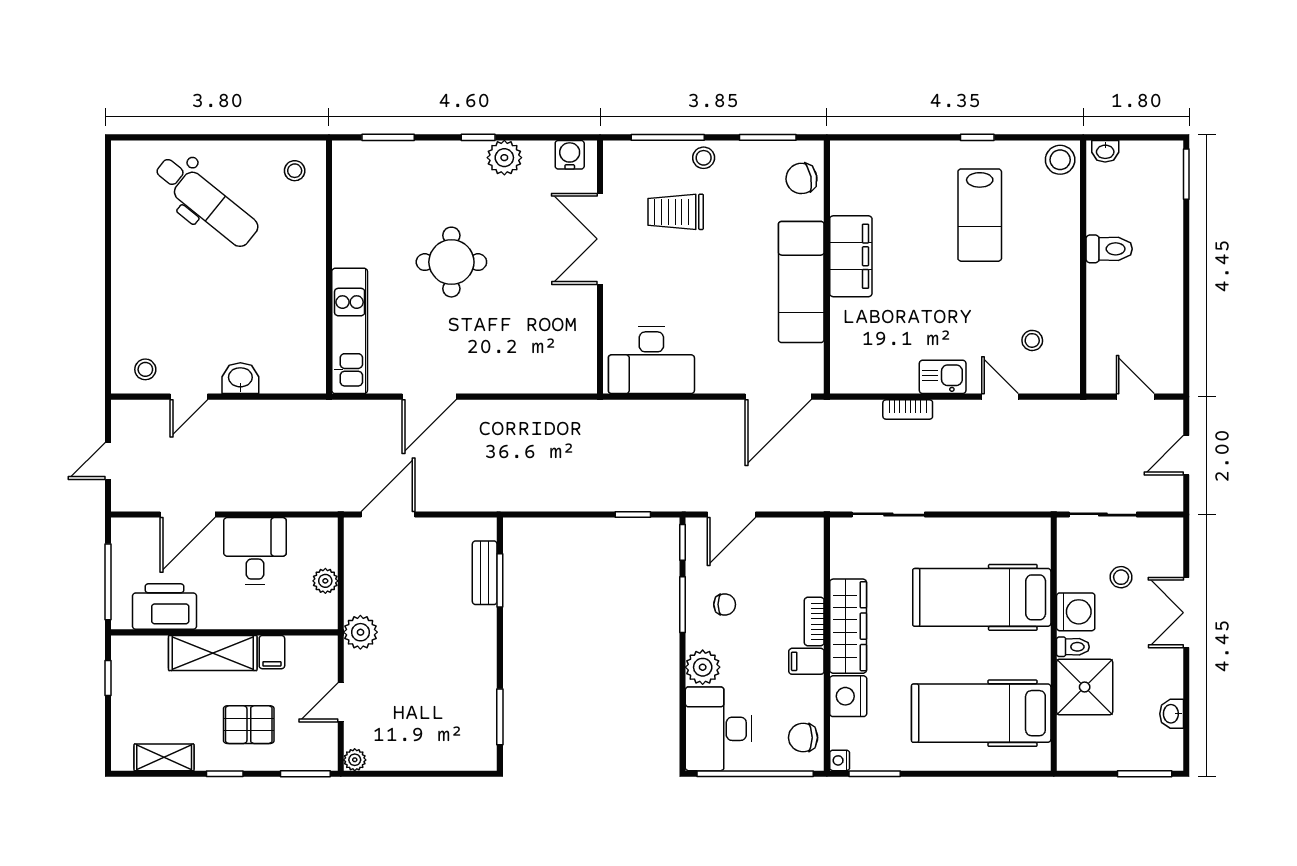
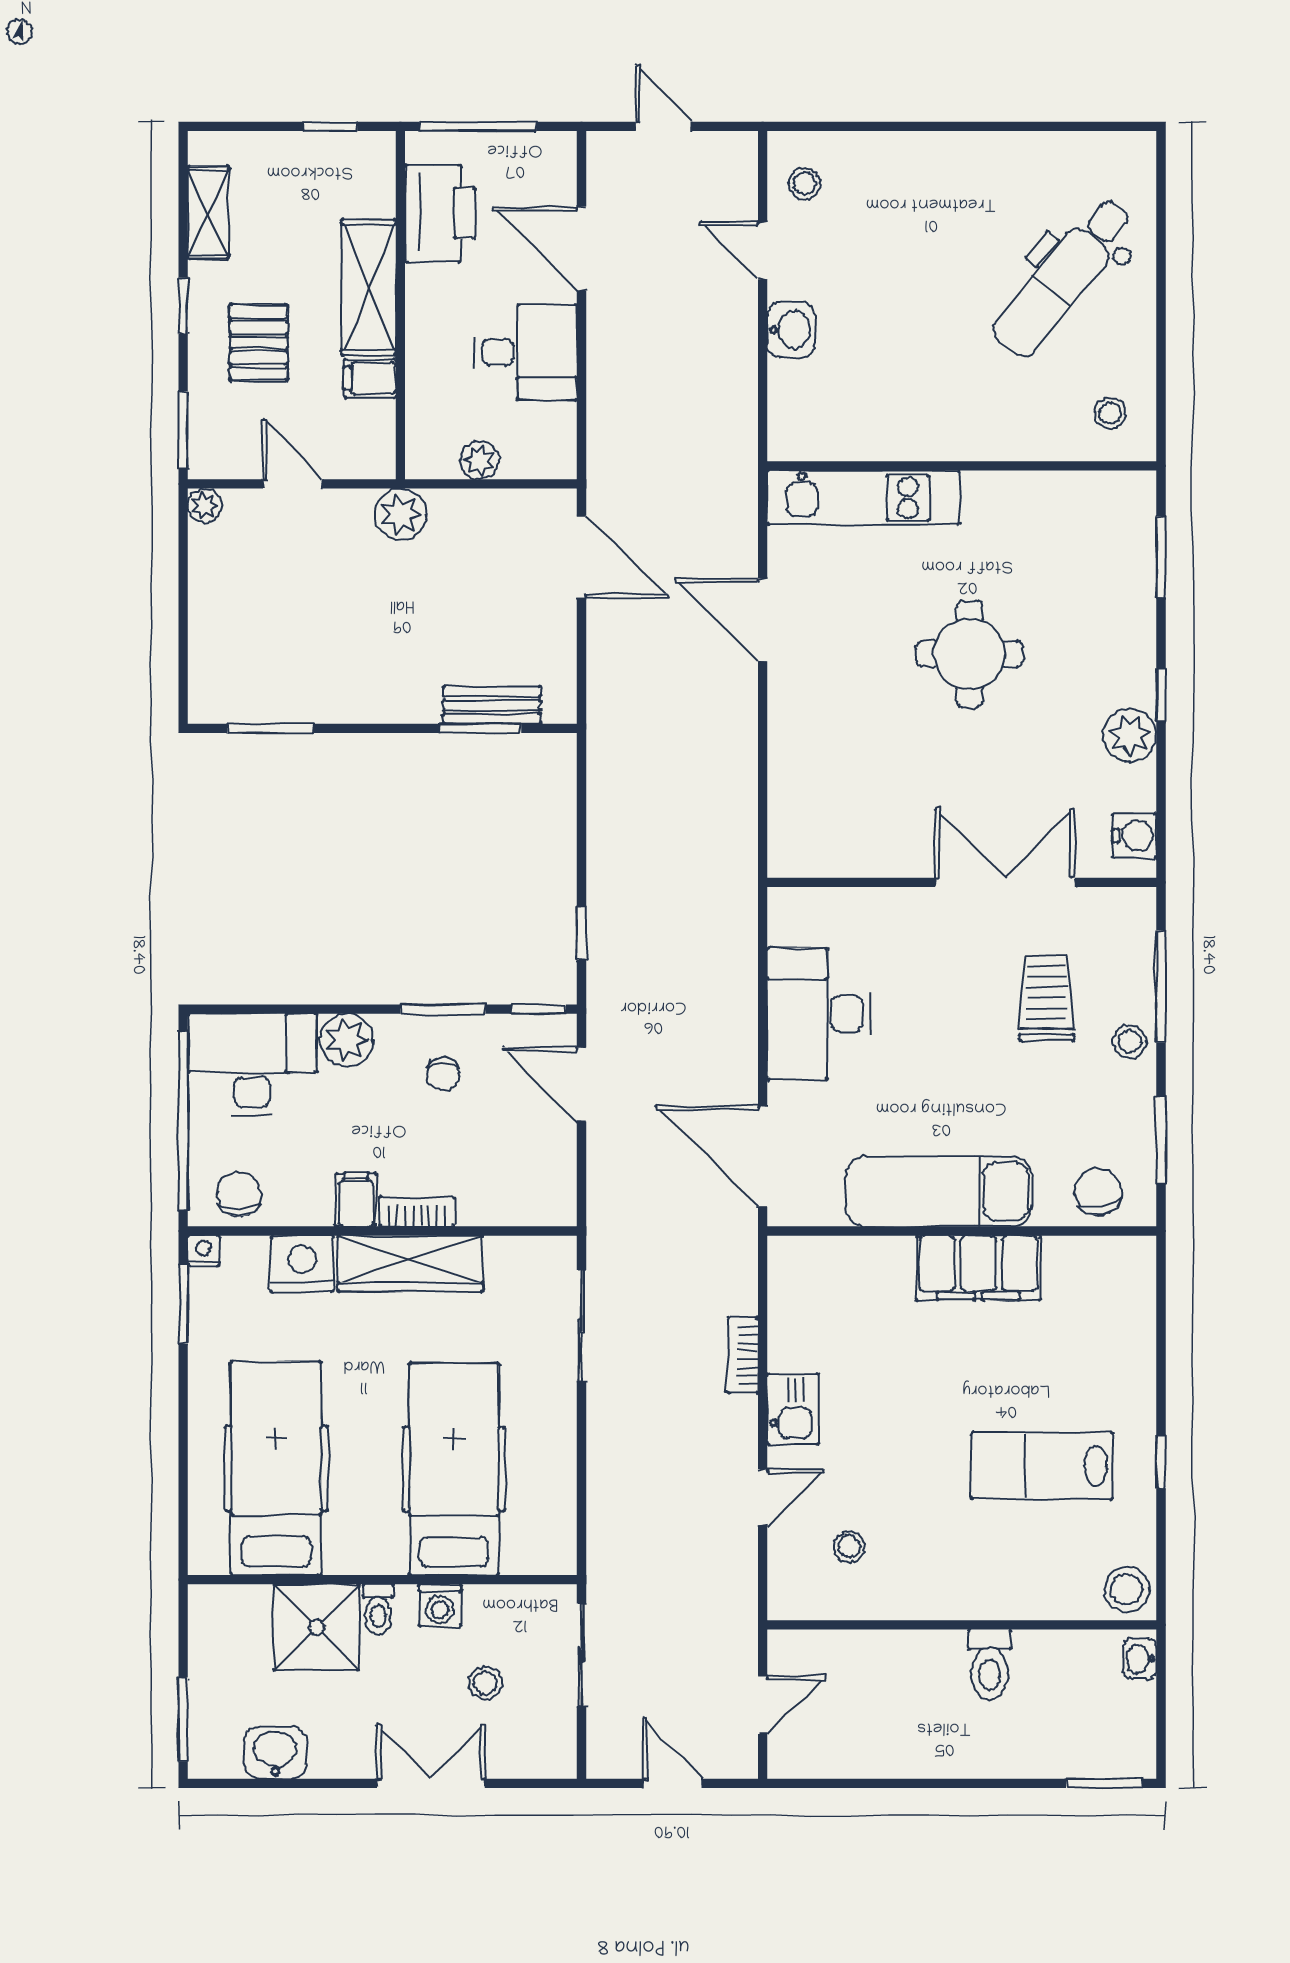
desk: (651, 360) -> (819, 1014), moved
washing machine: (1076, 612) -> (440, 1605), width x0.73, depth x0.73
washbasin: (1172, 714) -> (275, 1753), width x1.38, depth x1.45

